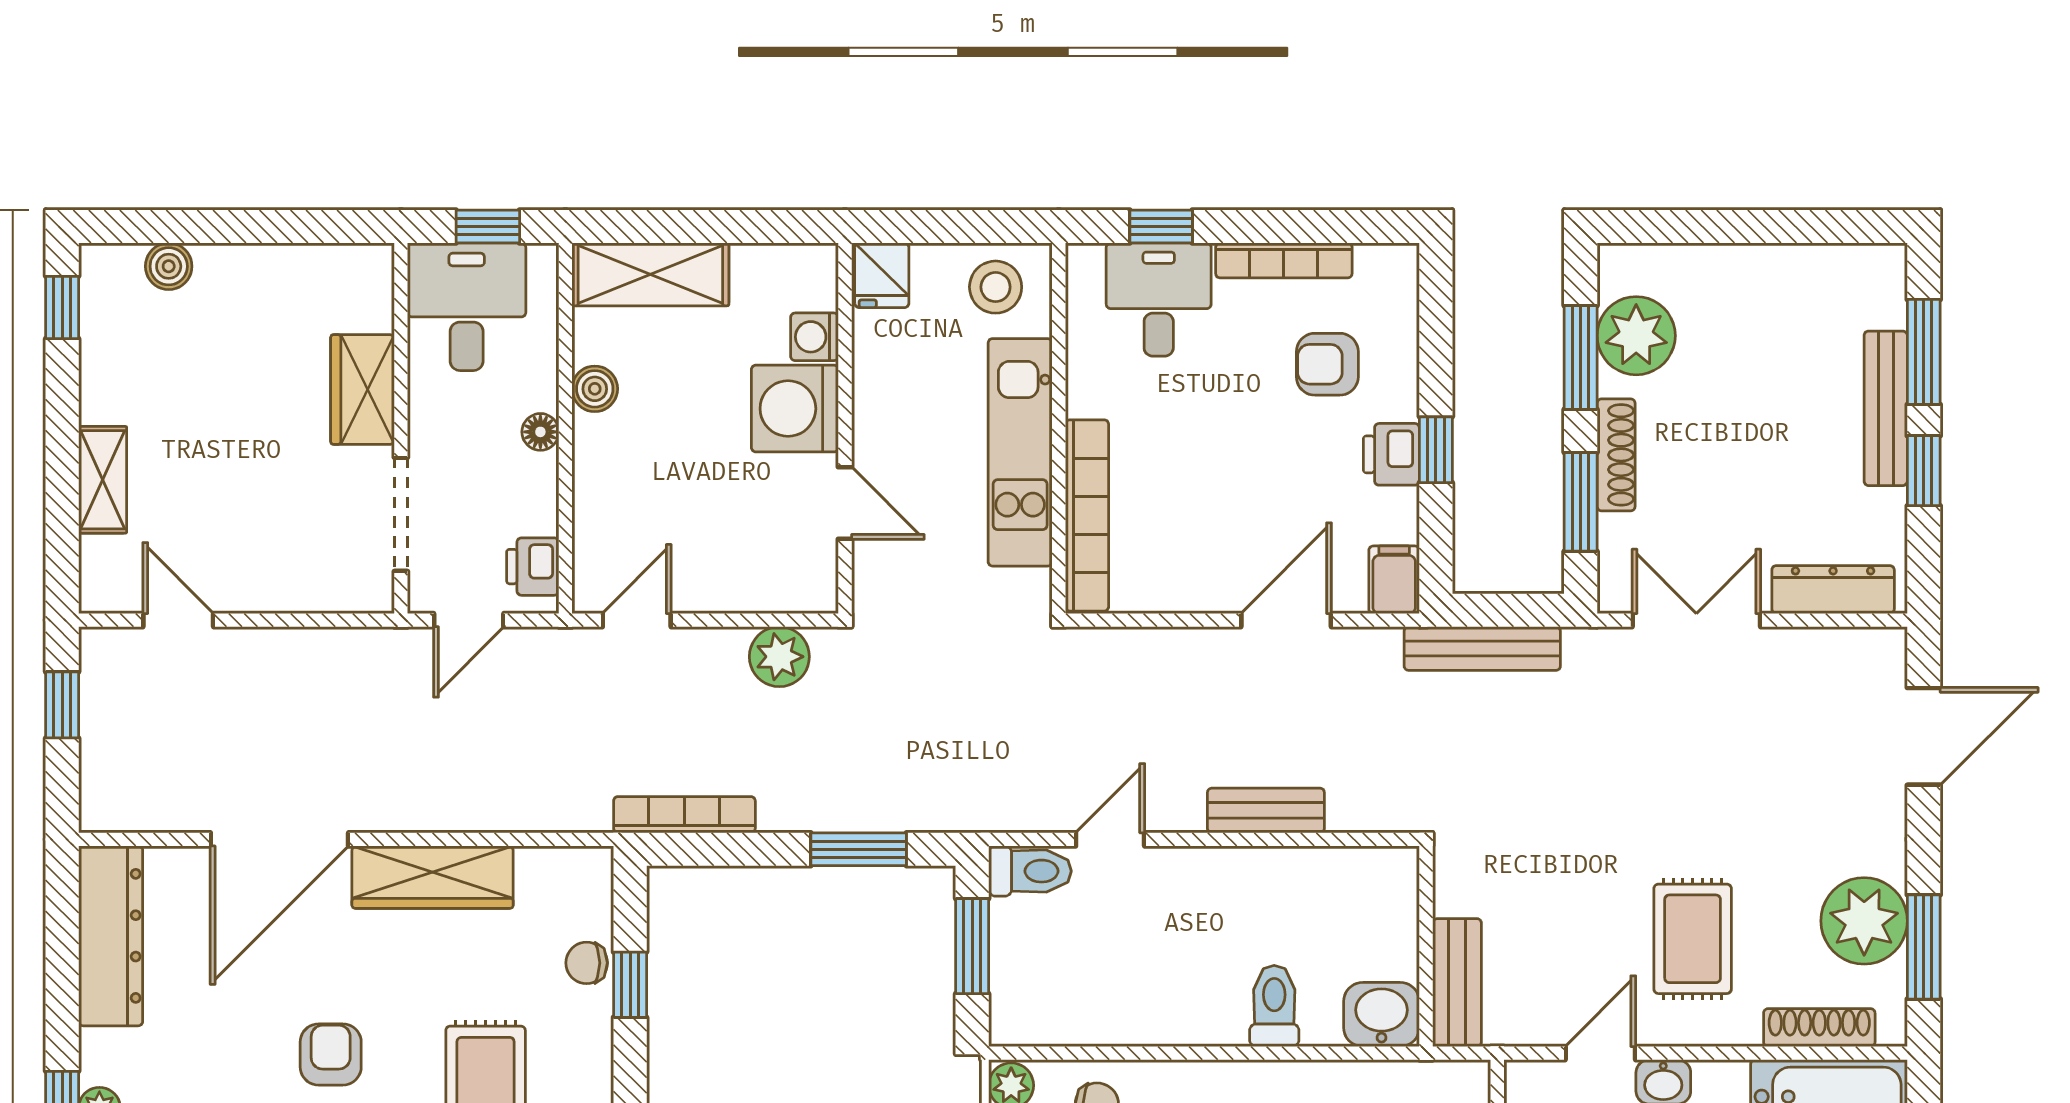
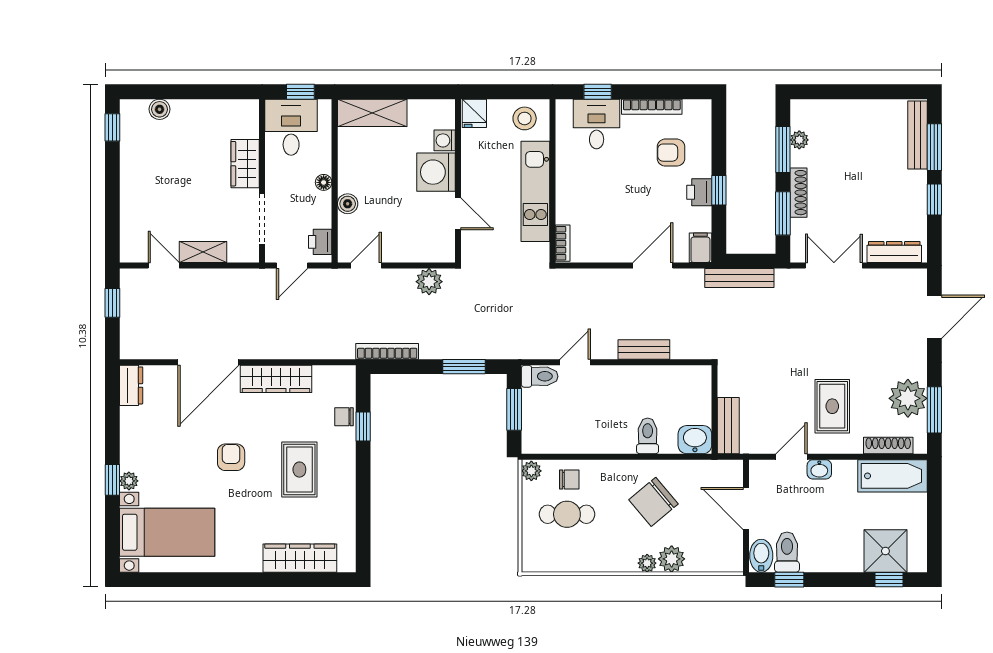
plant: (1636, 336) -> (799, 140), width x0.53, depth x0.53
boiler: (595, 389) -> (348, 204), moved
bench: (1886, 408) -> (917, 135), moved
shelving: (103, 480) -> (203, 252), moved, turned 90
bookcase: (1087, 515) -> (563, 243), width x0.43, depth x0.76
dresser: (111, 936) -> (131, 385), width x0.51, depth x0.80

